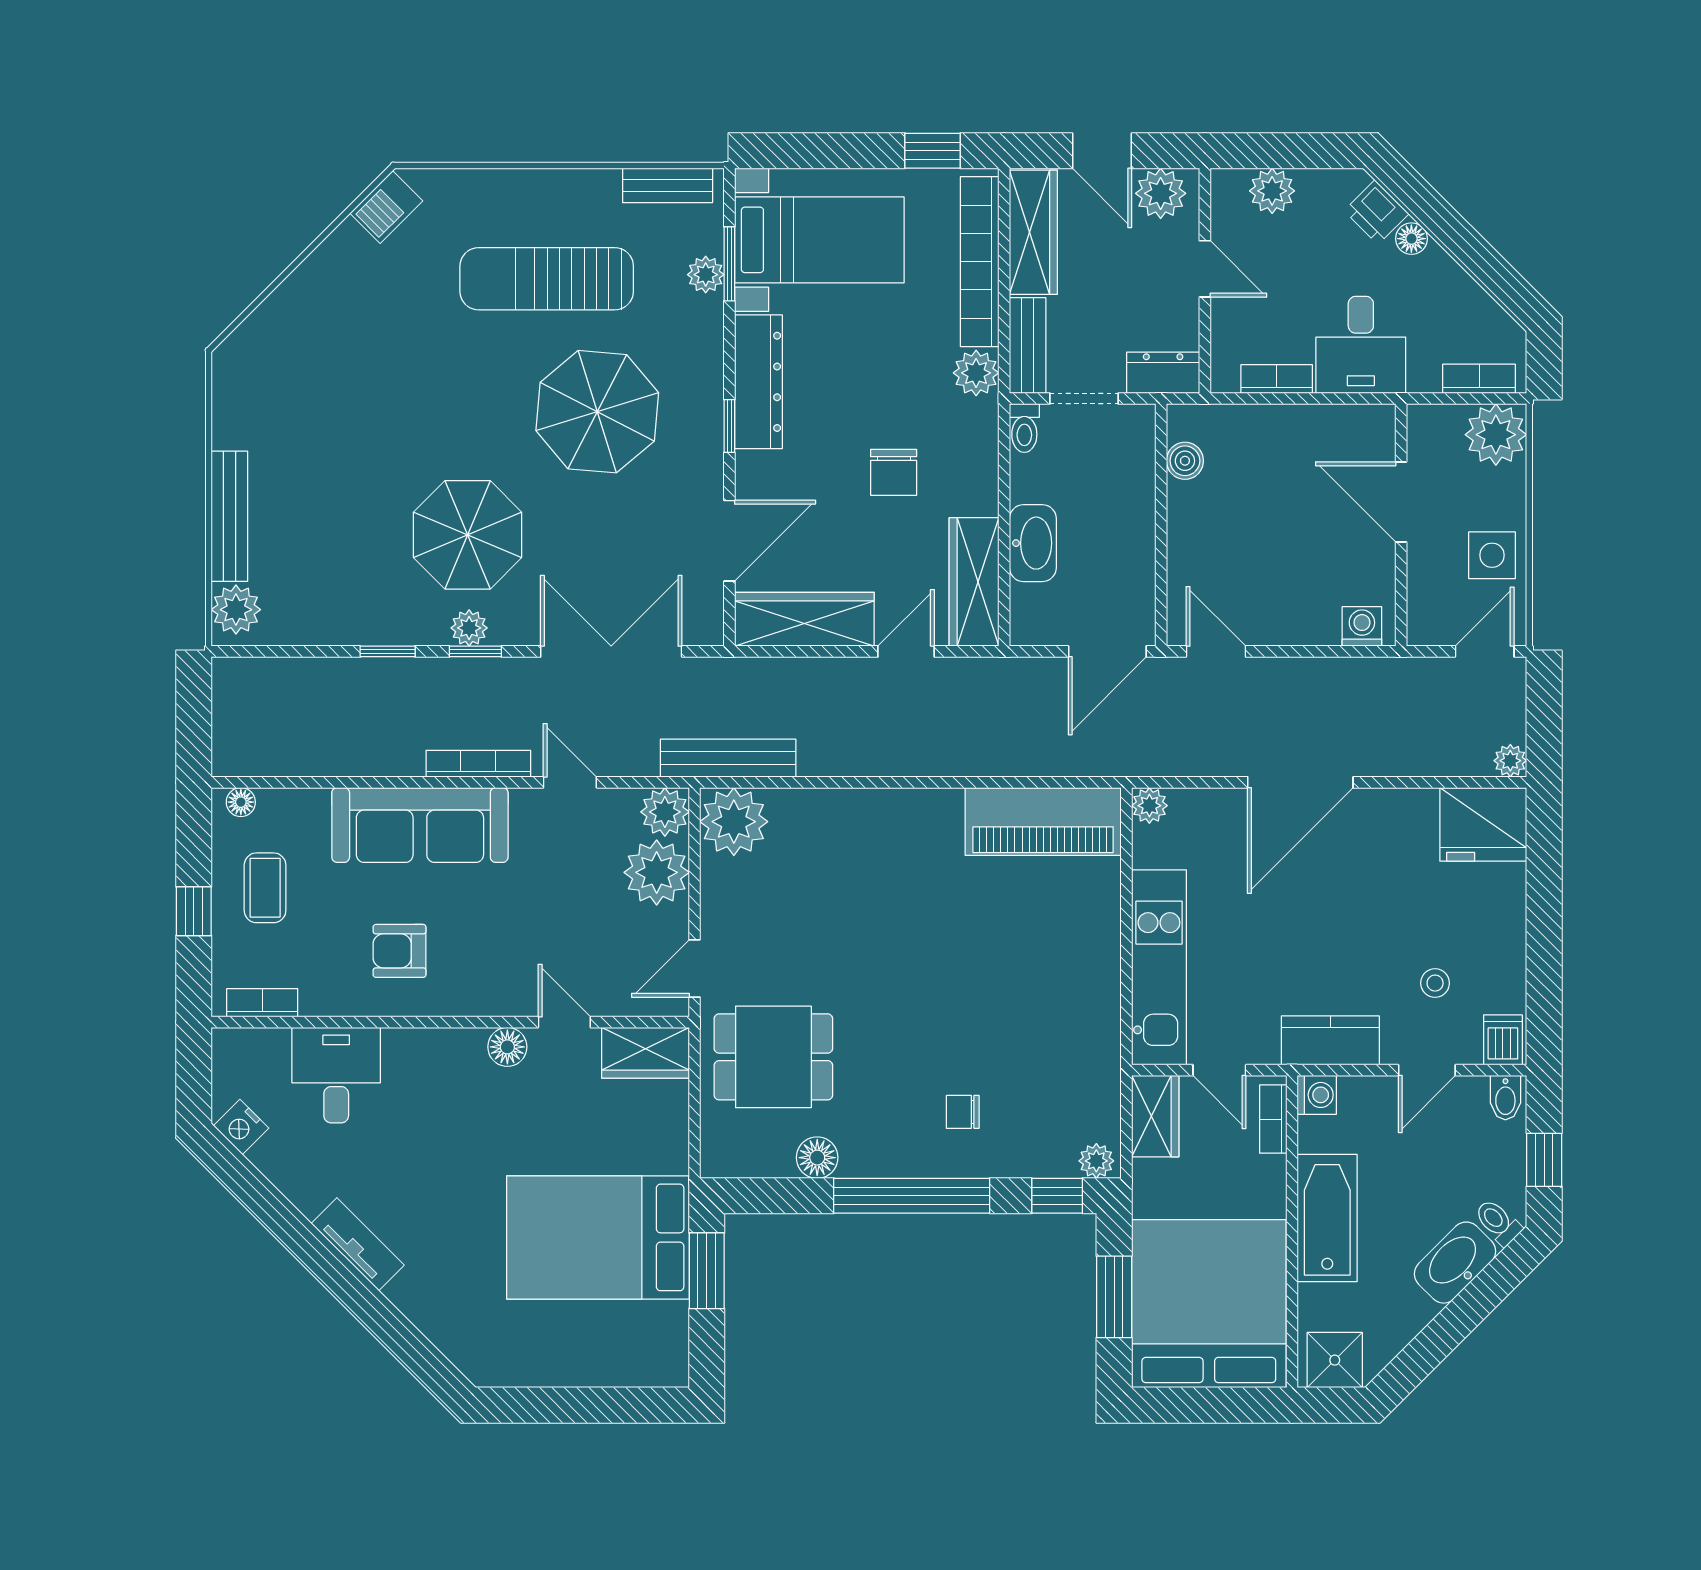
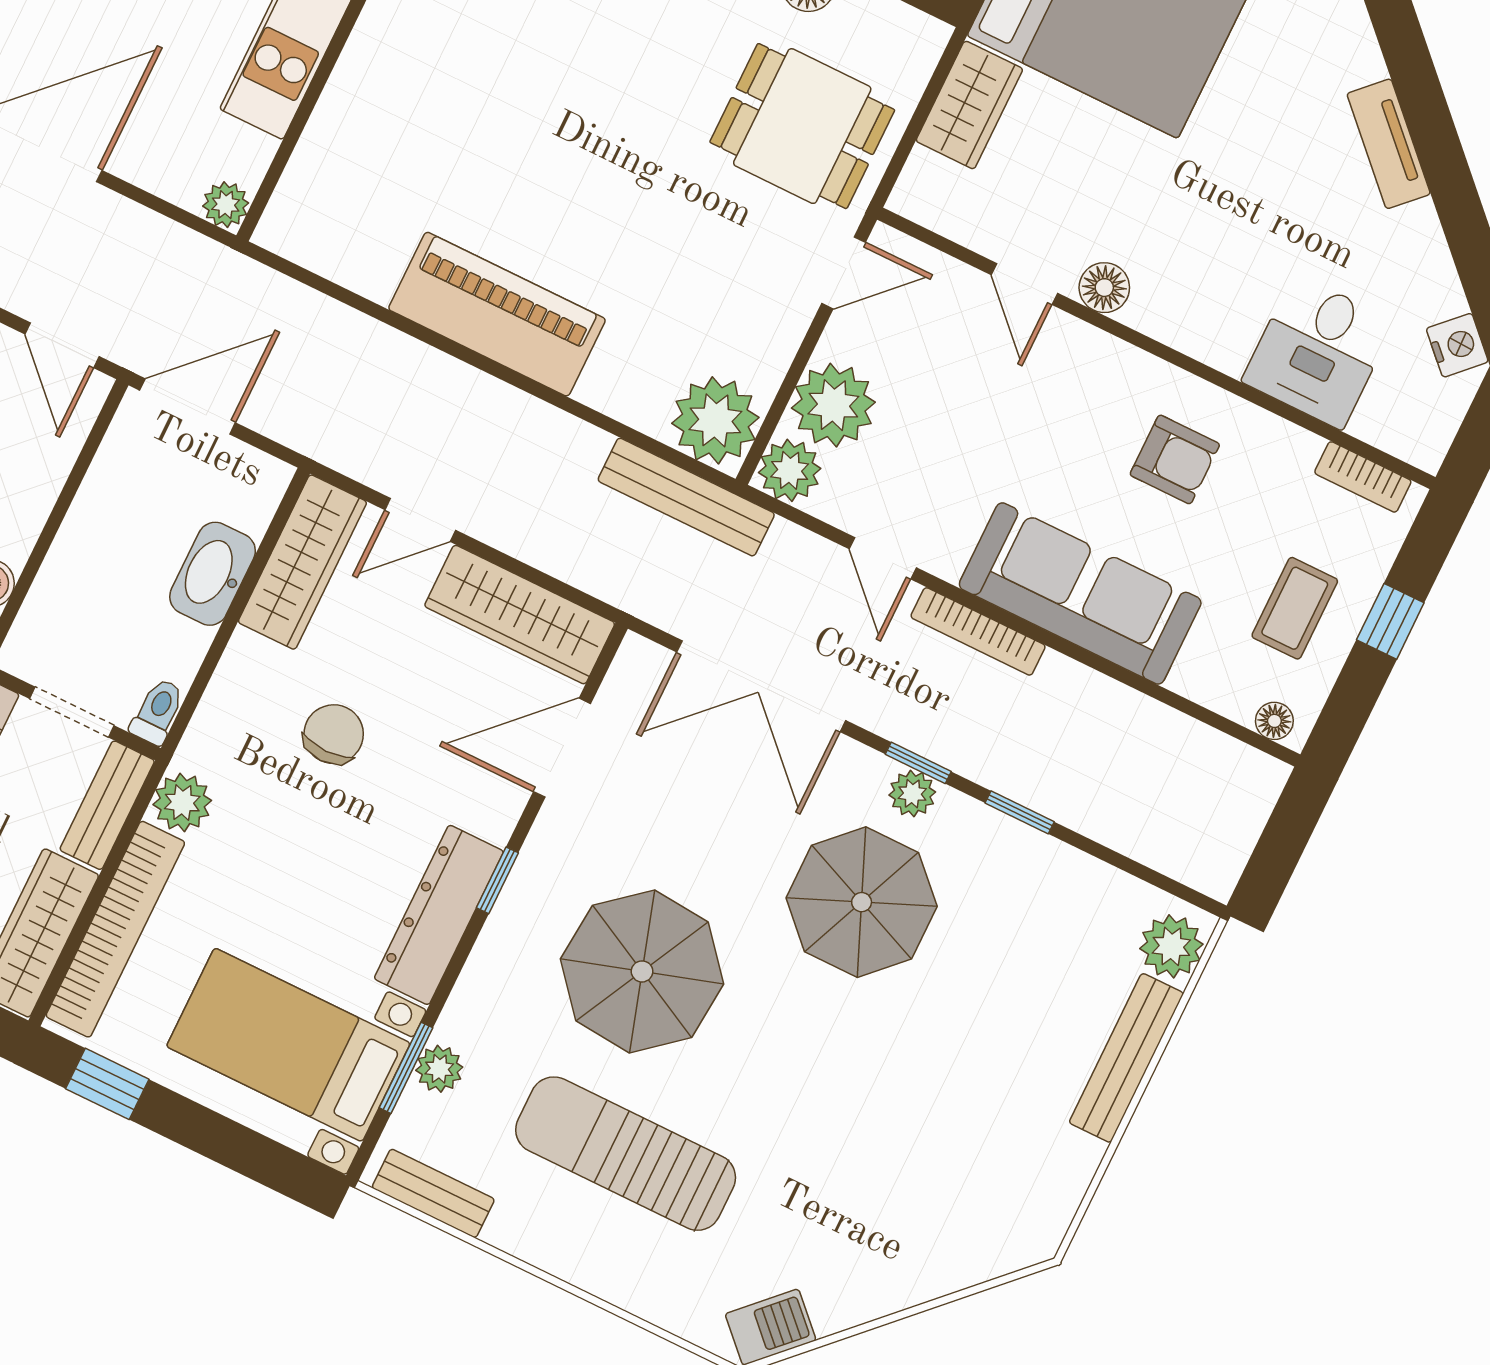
sun lounger: (547, 279) -> (626, 1154), turned 180
piano: (1043, 821) -> (497, 314), moved
wardrobe: (645, 1053) -> (969, 105), moved, turned 90

